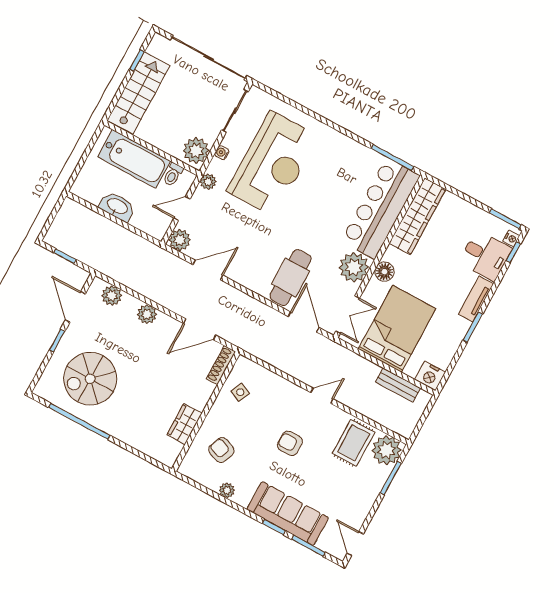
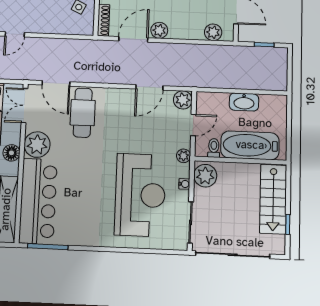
reception desk: (273, 164) -> (140, 195), turned 180
plant: (147, 314) -> (159, 30), moved

